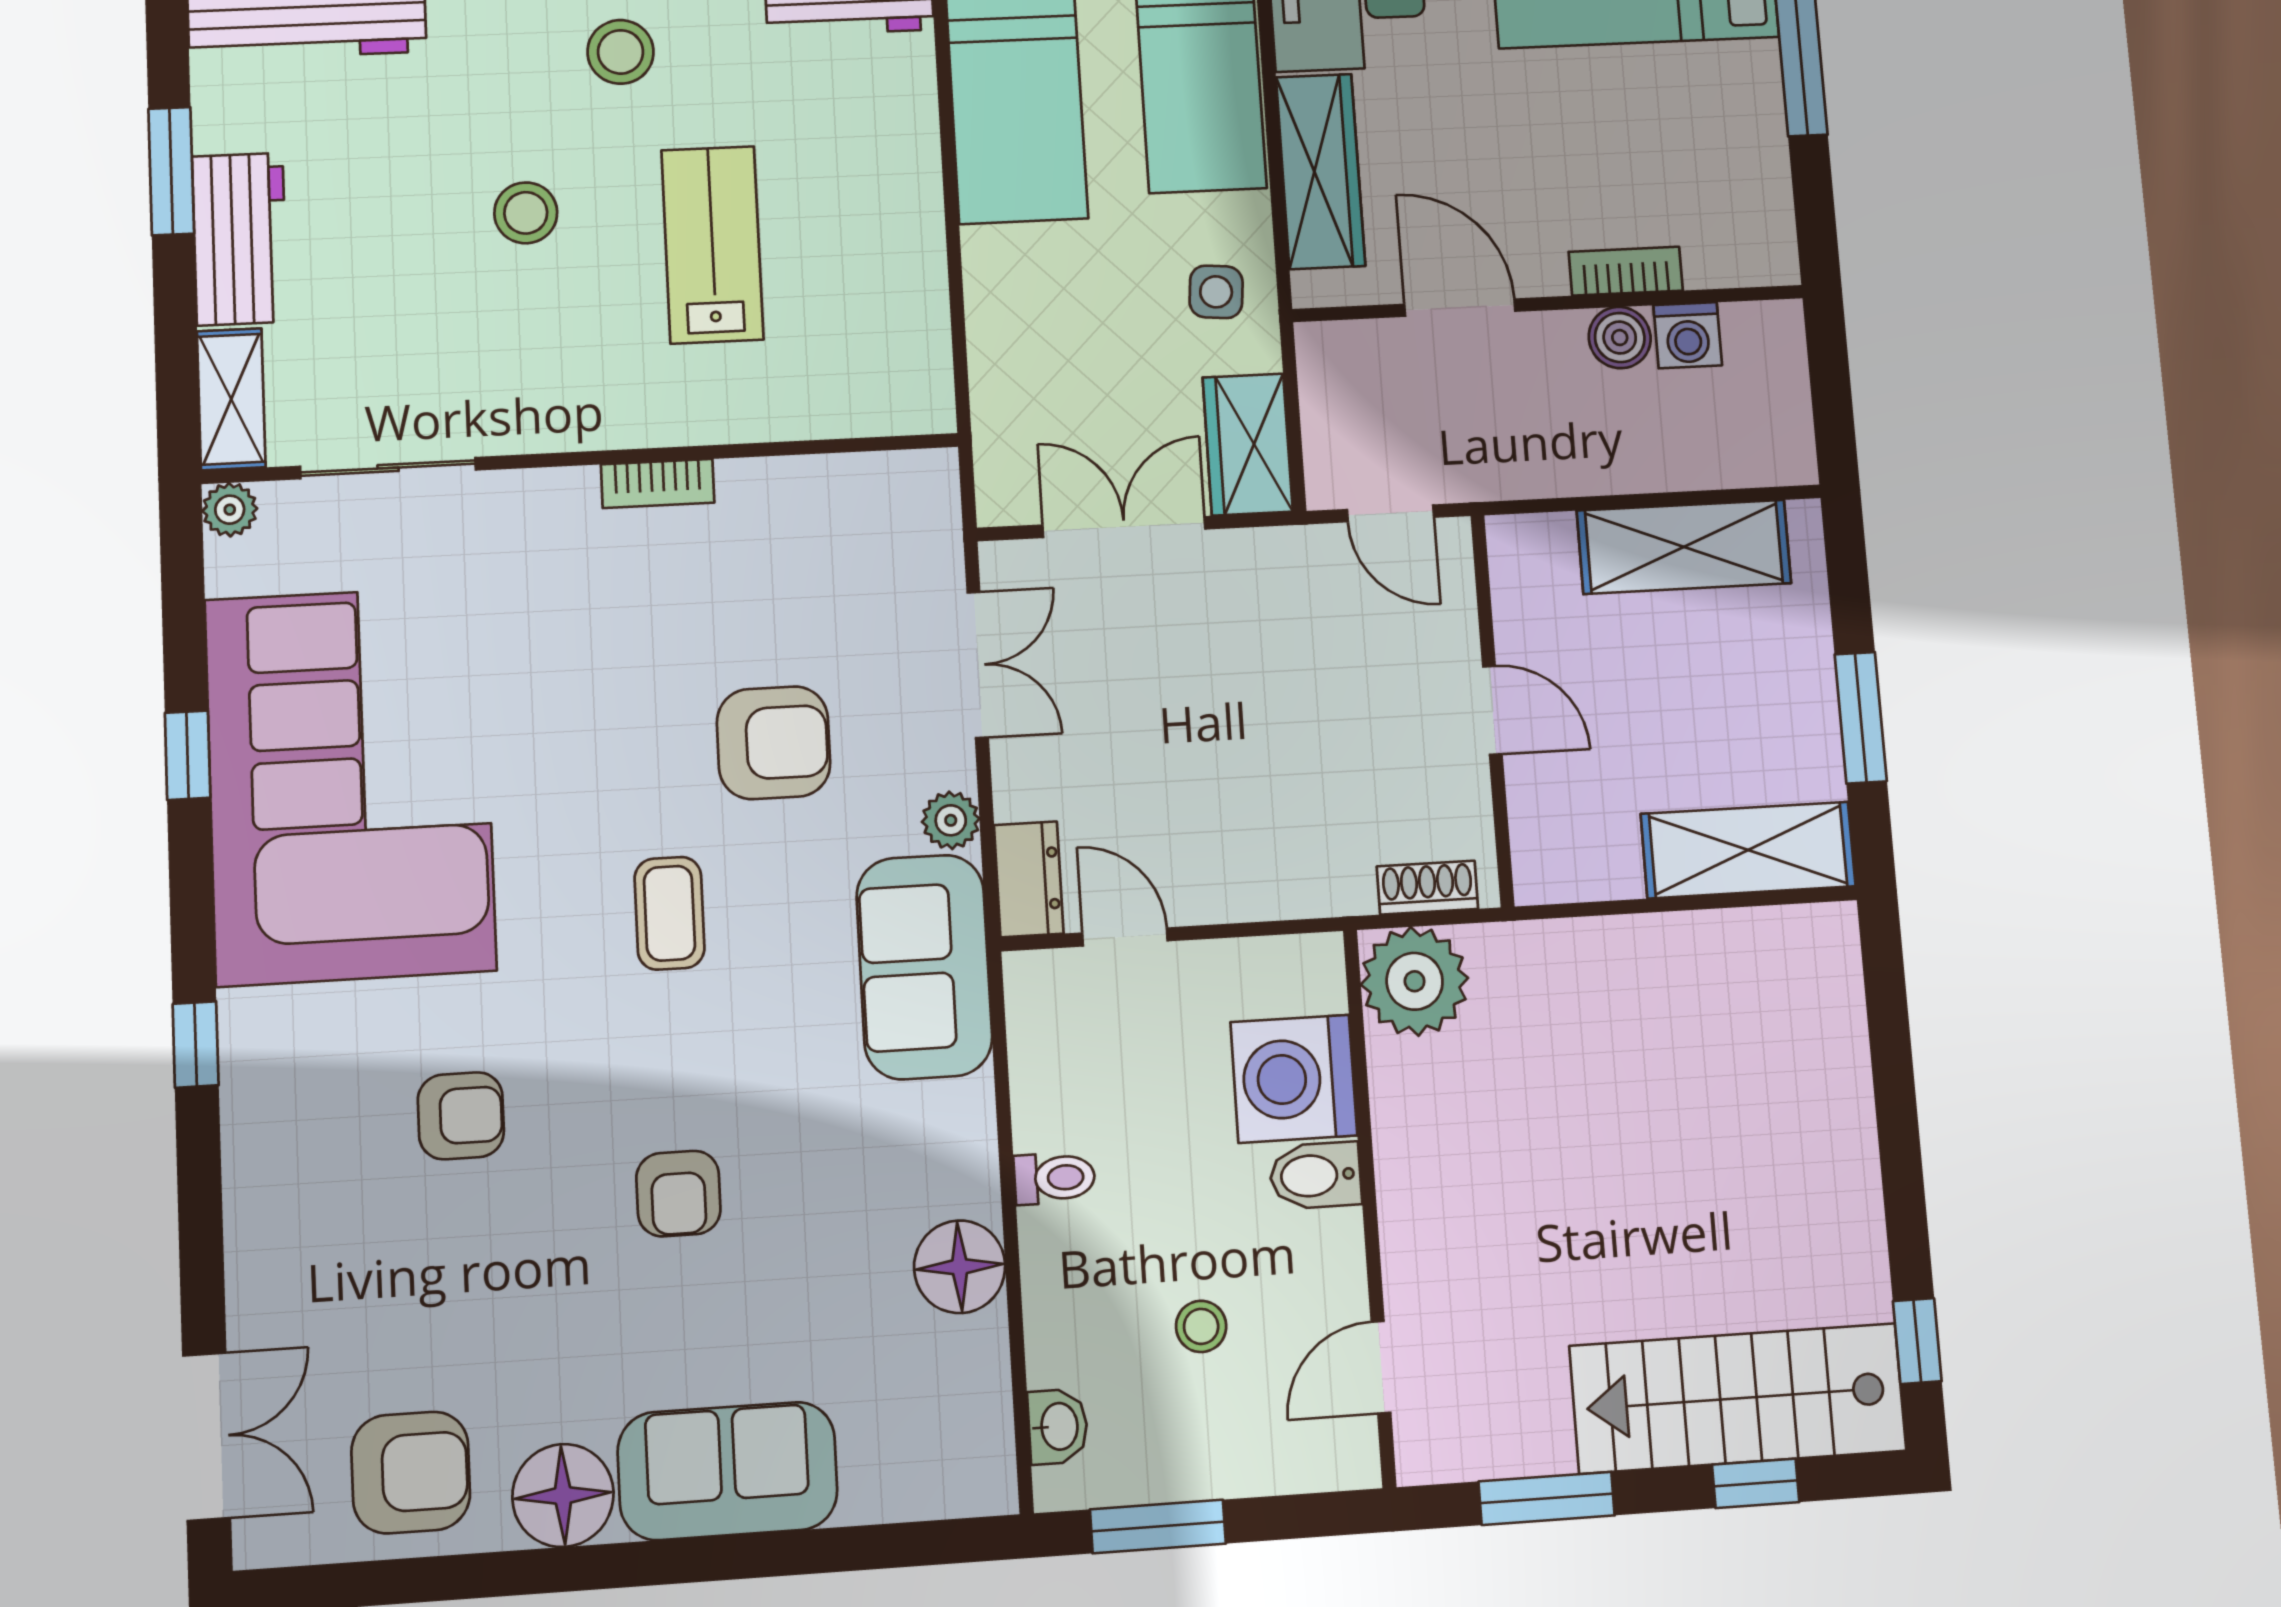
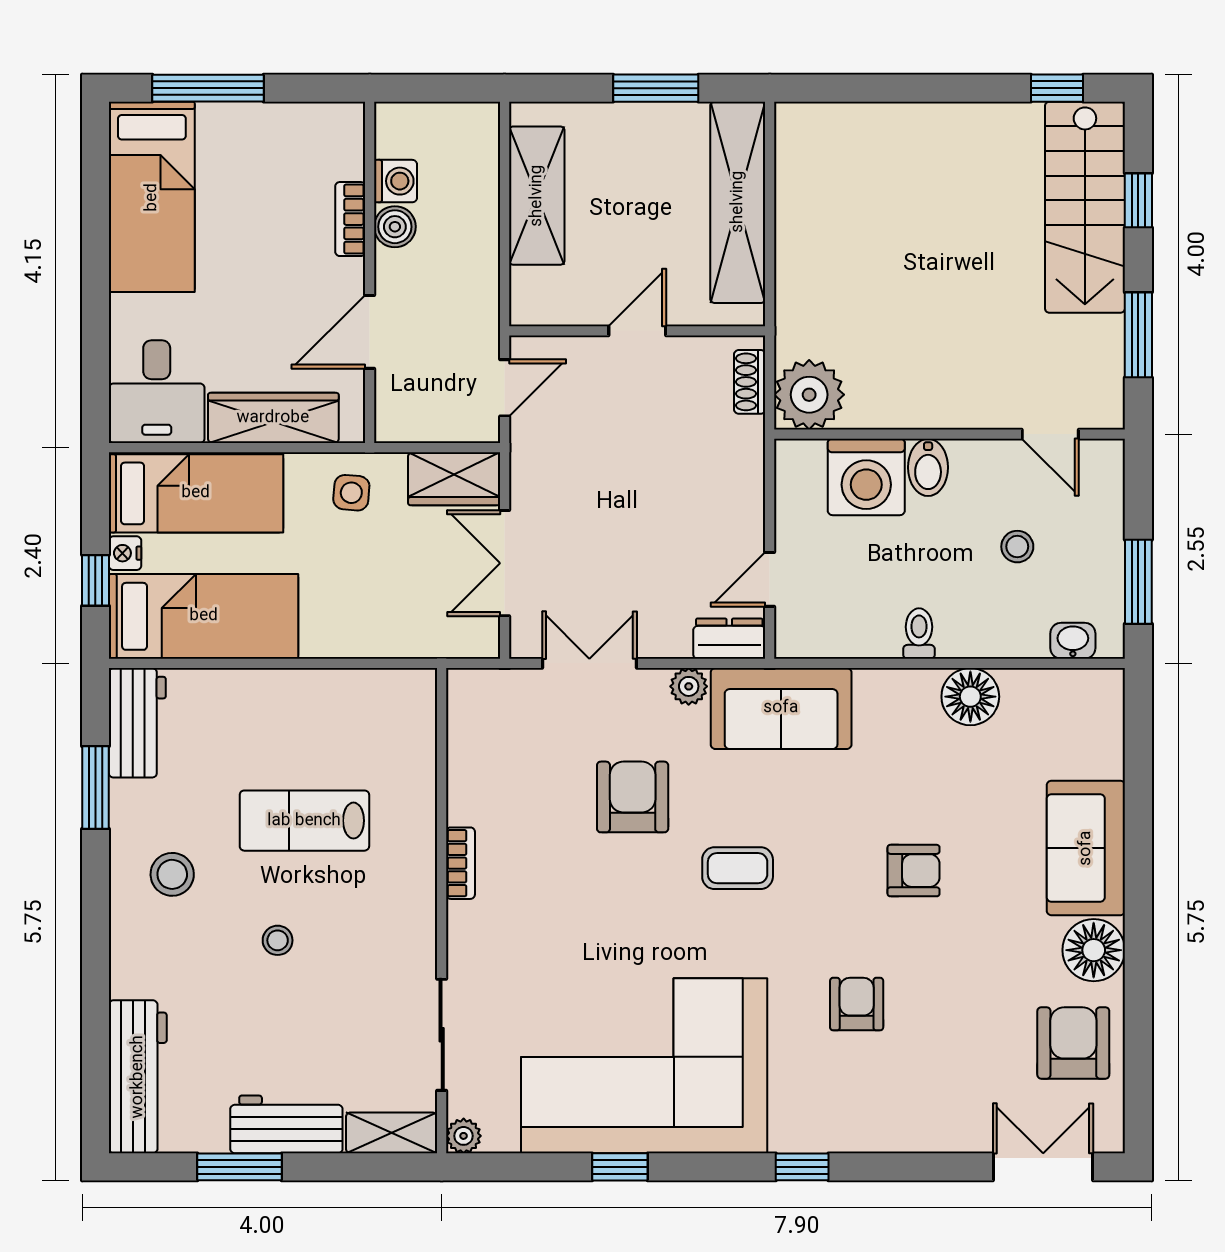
stool: (526, 213) -> (278, 940), width x0.73, depth x0.73
shelving: (1748, 850) -> (738, 202), width x1.47

